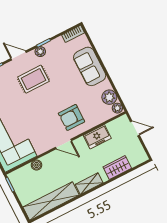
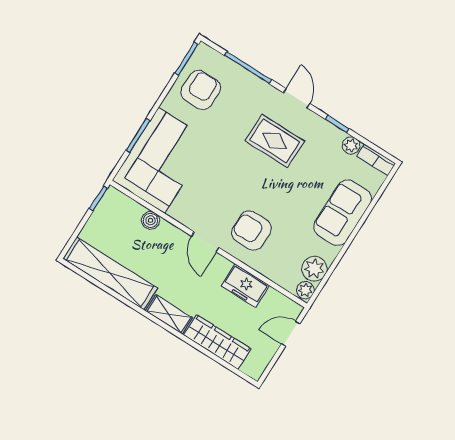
plant: (40, 52) -> (351, 146), moved
door: (135, 128) -> (291, 334), swing flipped
wardrobe: (117, 168) -> (217, 342), width x1.50

